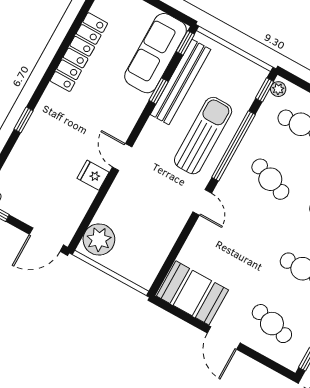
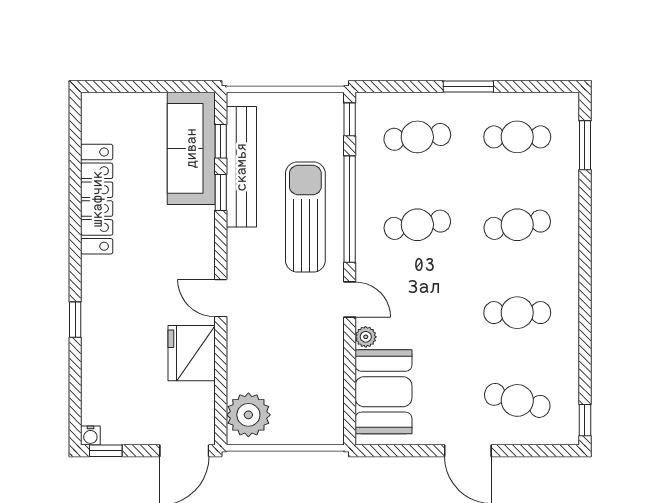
window: (185, 43) -> (221, 141), moved
plant: (278, 89) -> (366, 337), moved
fridge: (93, 175) -> (192, 353), width x1.88, depth x1.34
cafe table: (270, 179) -> (417, 225), turned -30
booth: (192, 293) -> (383, 392), moved, turned 90

